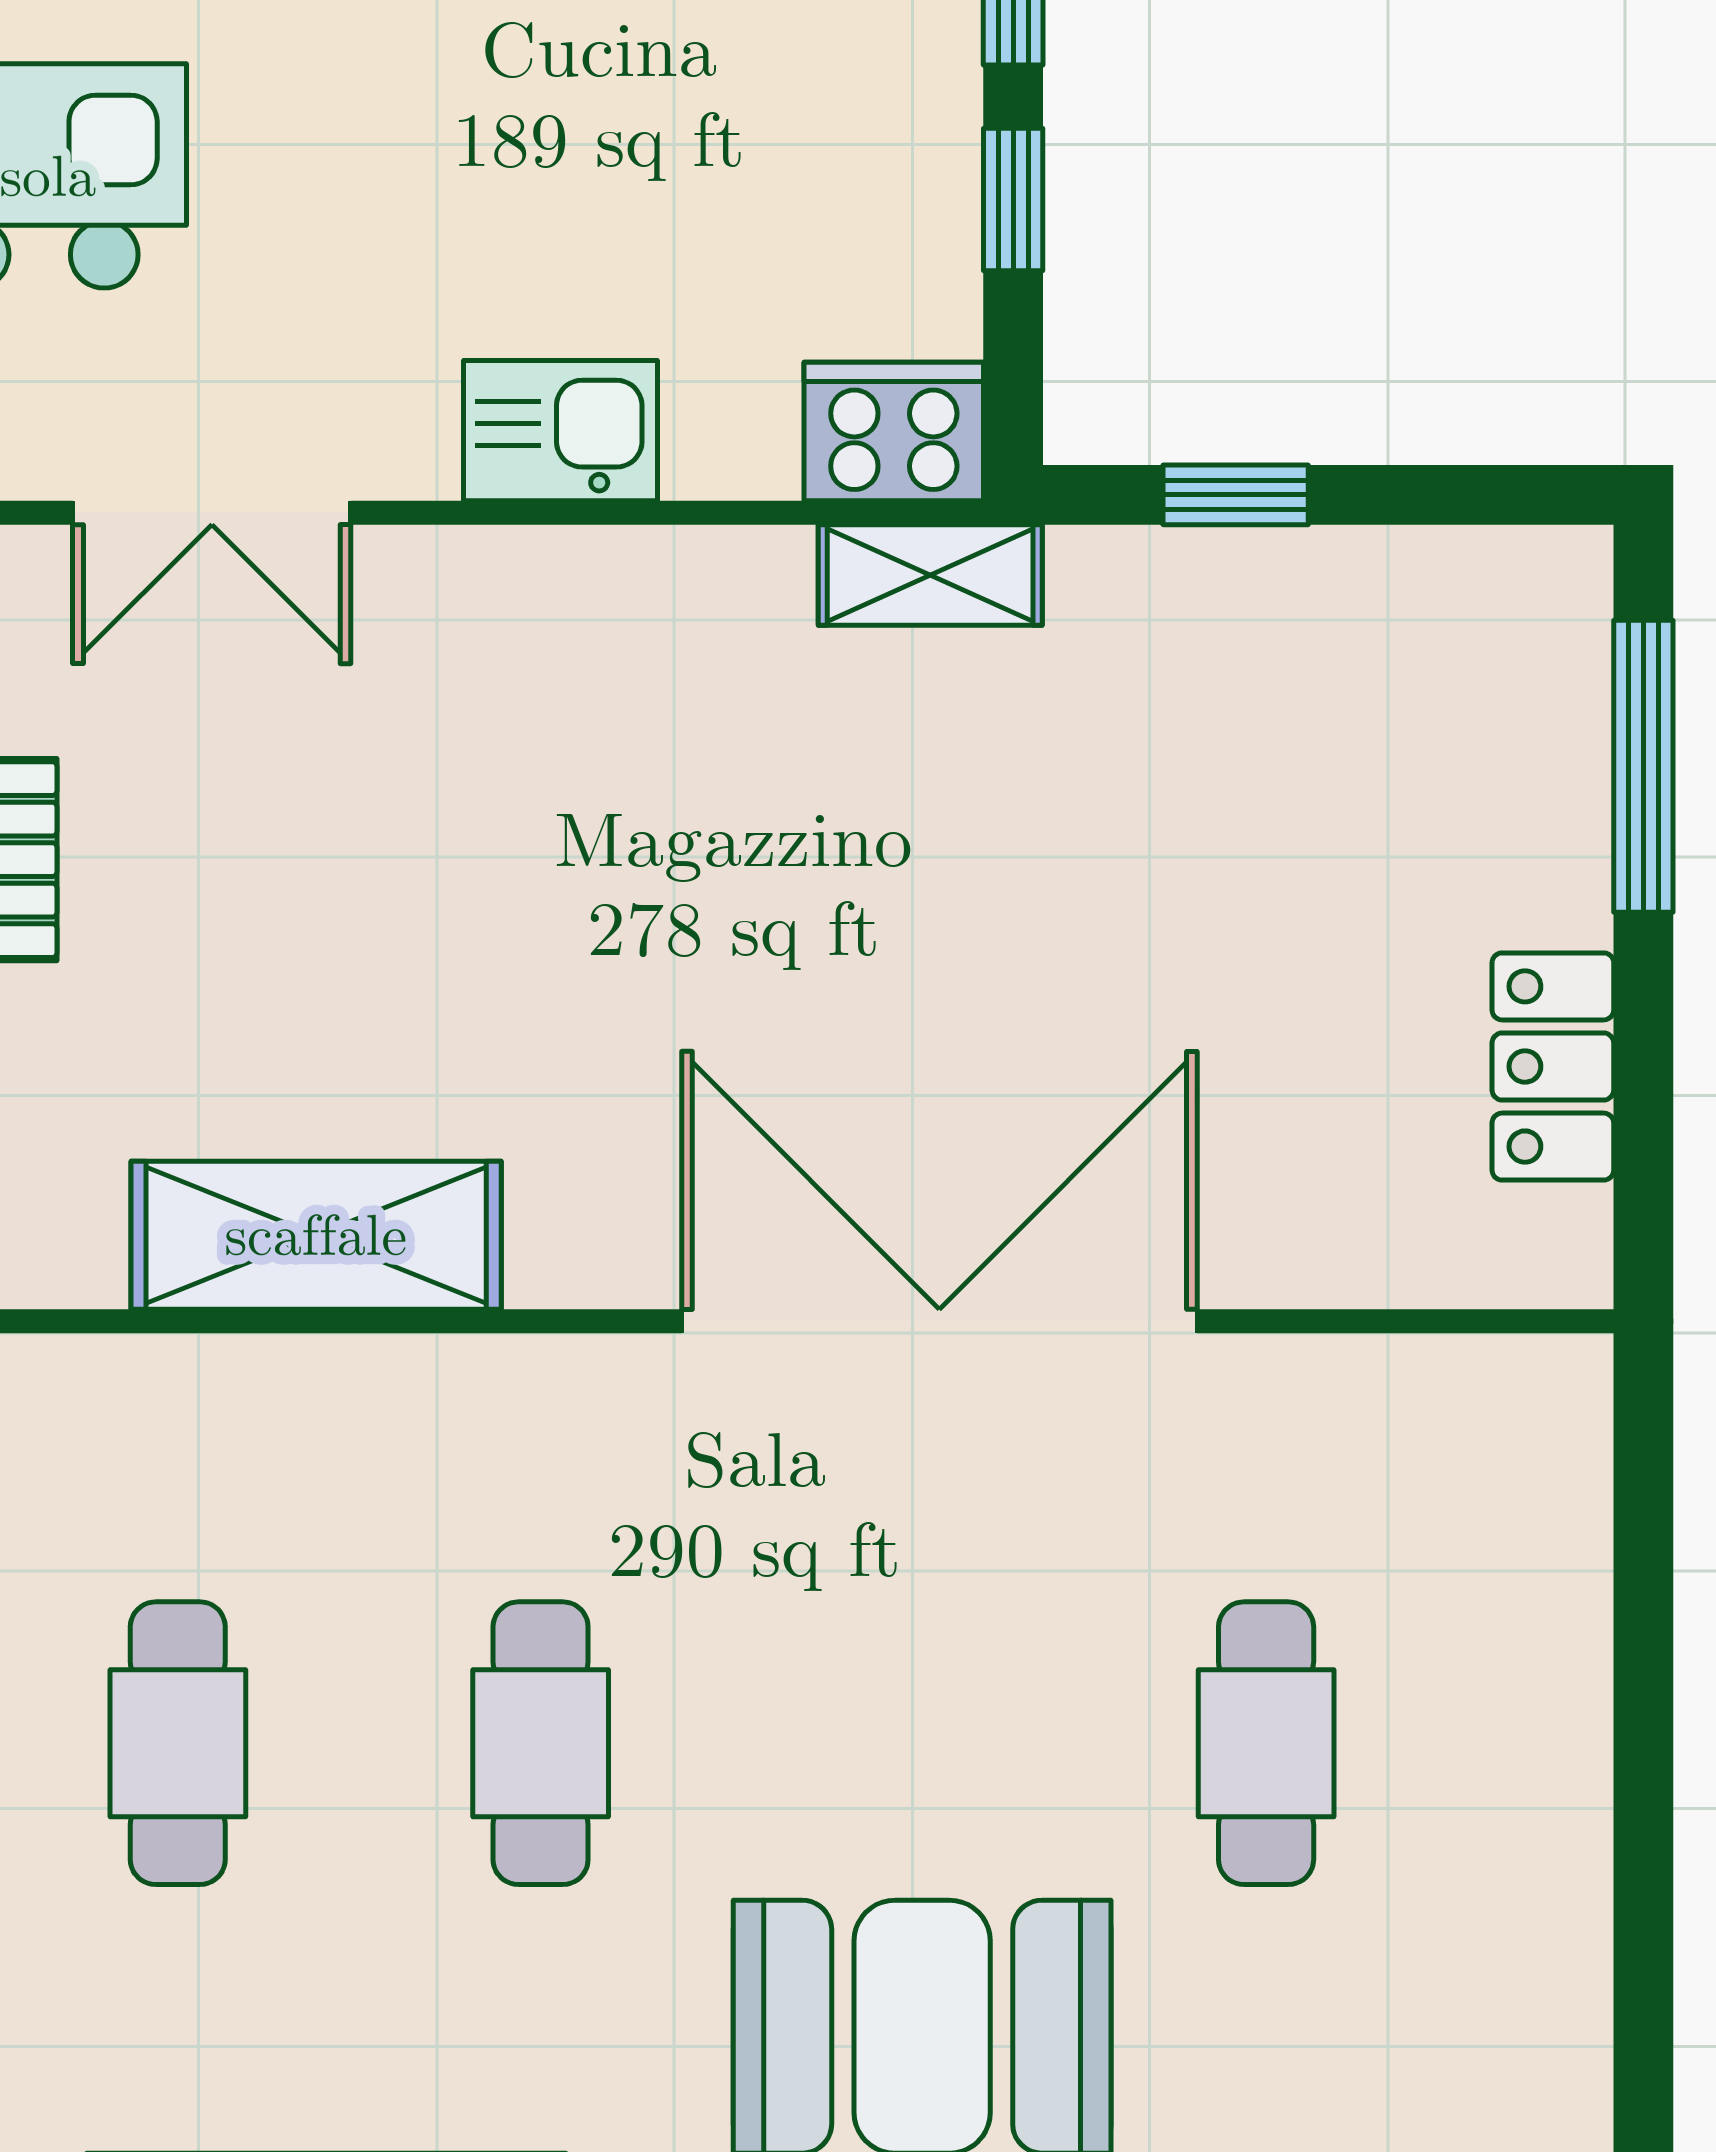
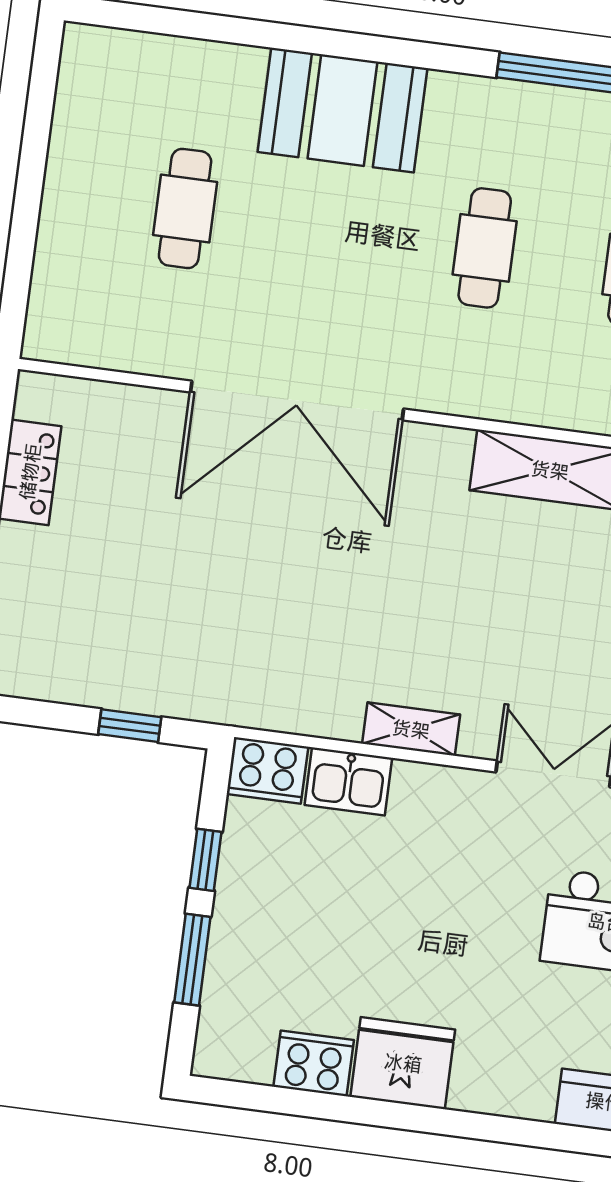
kitchen sink: (560, 431) -> (348, 781), moved
shelving: (930, 575) -> (411, 729), moved

